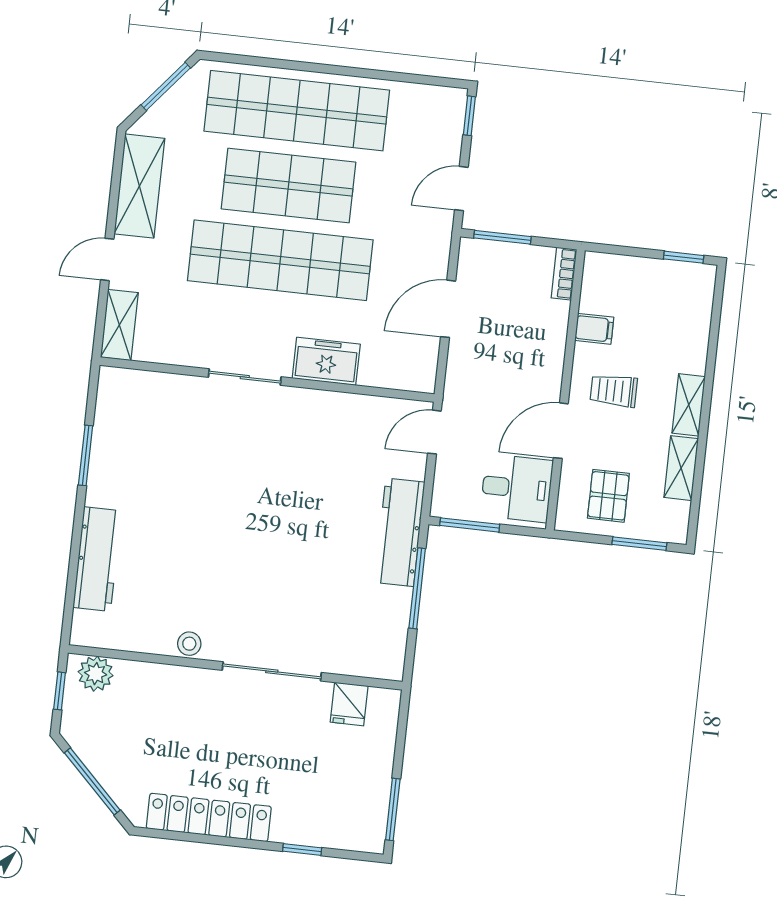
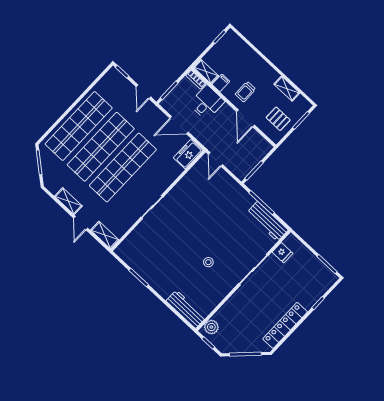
shop shelf: (289, 185) -> (101, 147), width x1.40
shelving: (139, 186) -> (68, 201), width x0.67, depth x0.75
door: (448, 309) -> (179, 125), hinge flipped
freezer: (326, 361) -> (188, 154), moved
shelving: (689, 405) -> (206, 72), moved
desk: (517, 488) -> (207, 103), moved
workbench: (400, 532) -> (268, 221), moved
workbench: (97, 559) -> (186, 309), moved
stool: (189, 644) -> (208, 262), moved

